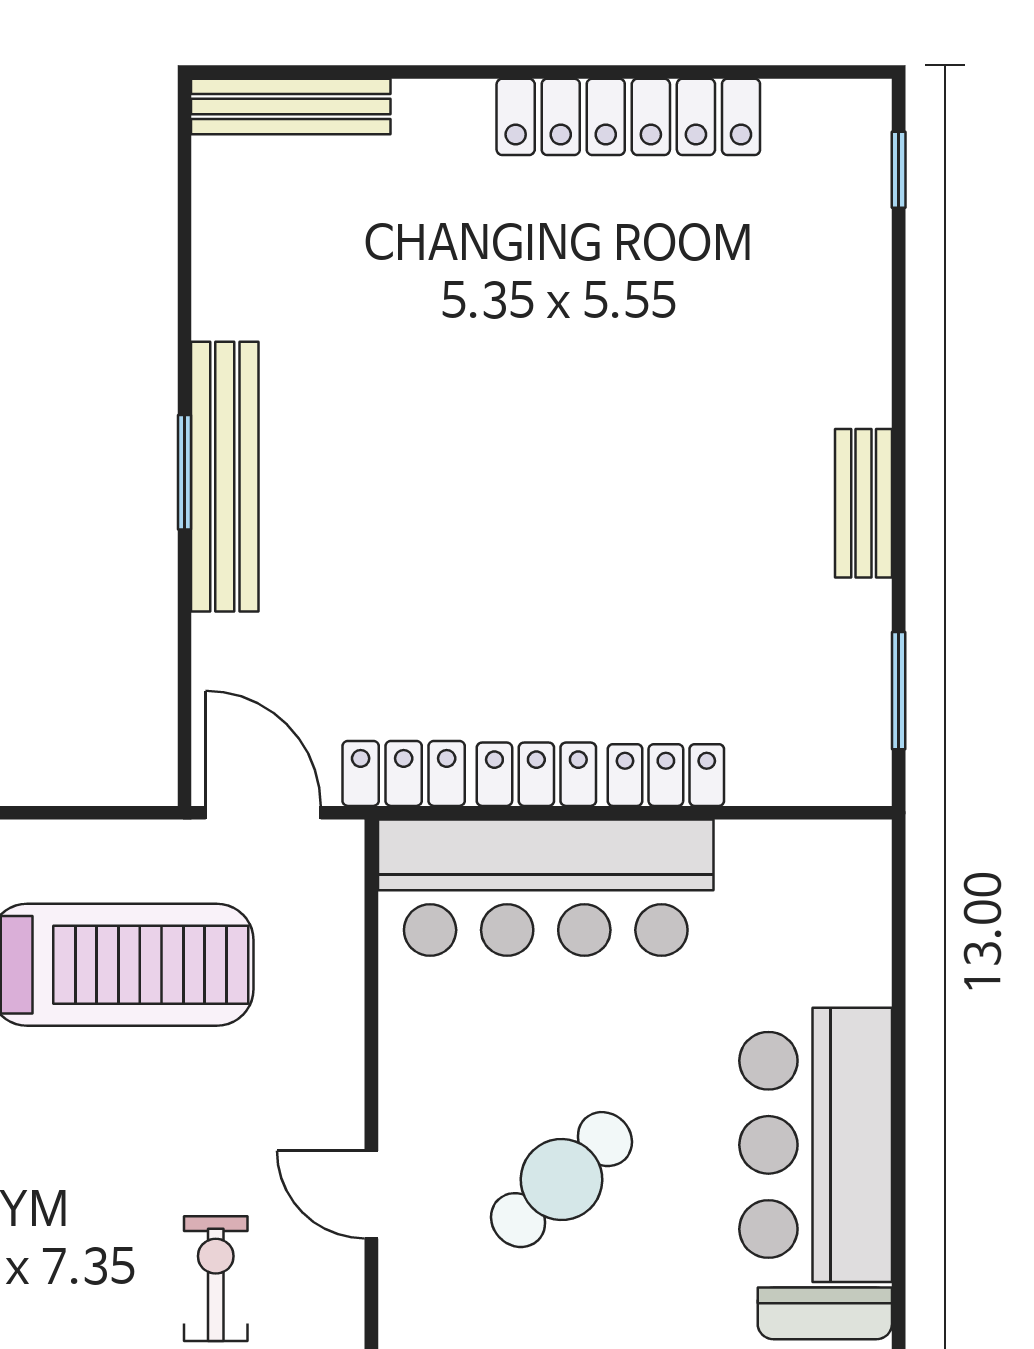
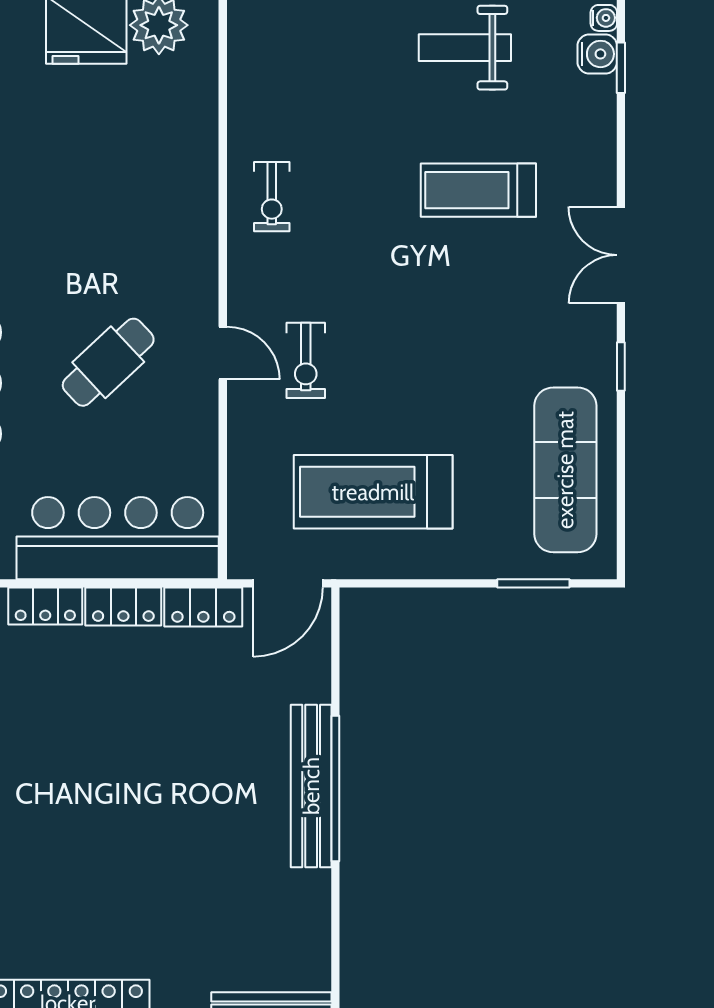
window: (185, 472) -> (335, 789), width x2.11
door: (263, 813) -> (288, 583), hinge flipped
exercise bike: (216, 1279) -> (306, 360), moved

